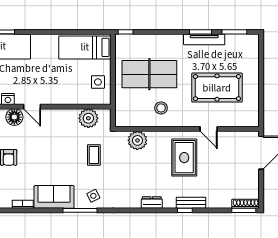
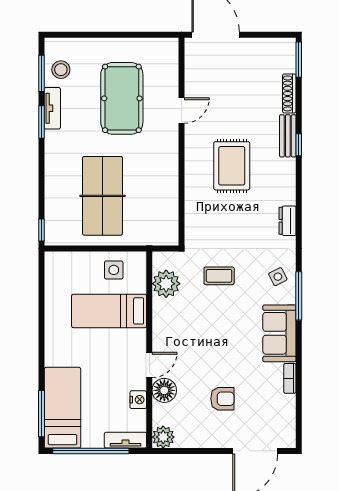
tv unit: (204, 39) -> (52, 108), width x0.71
bed: (85, 47) -> (109, 311), moved, turned 90
stool: (161, 108) -> (61, 70), moved
plant: (137, 140) -> (198, 213), removed
rug: (184, 158) -> (232, 166), moved, turned 90
dresser: (152, 203) -> (288, 221), moved
shoe rack: (246, 204) -> (289, 93), moved

